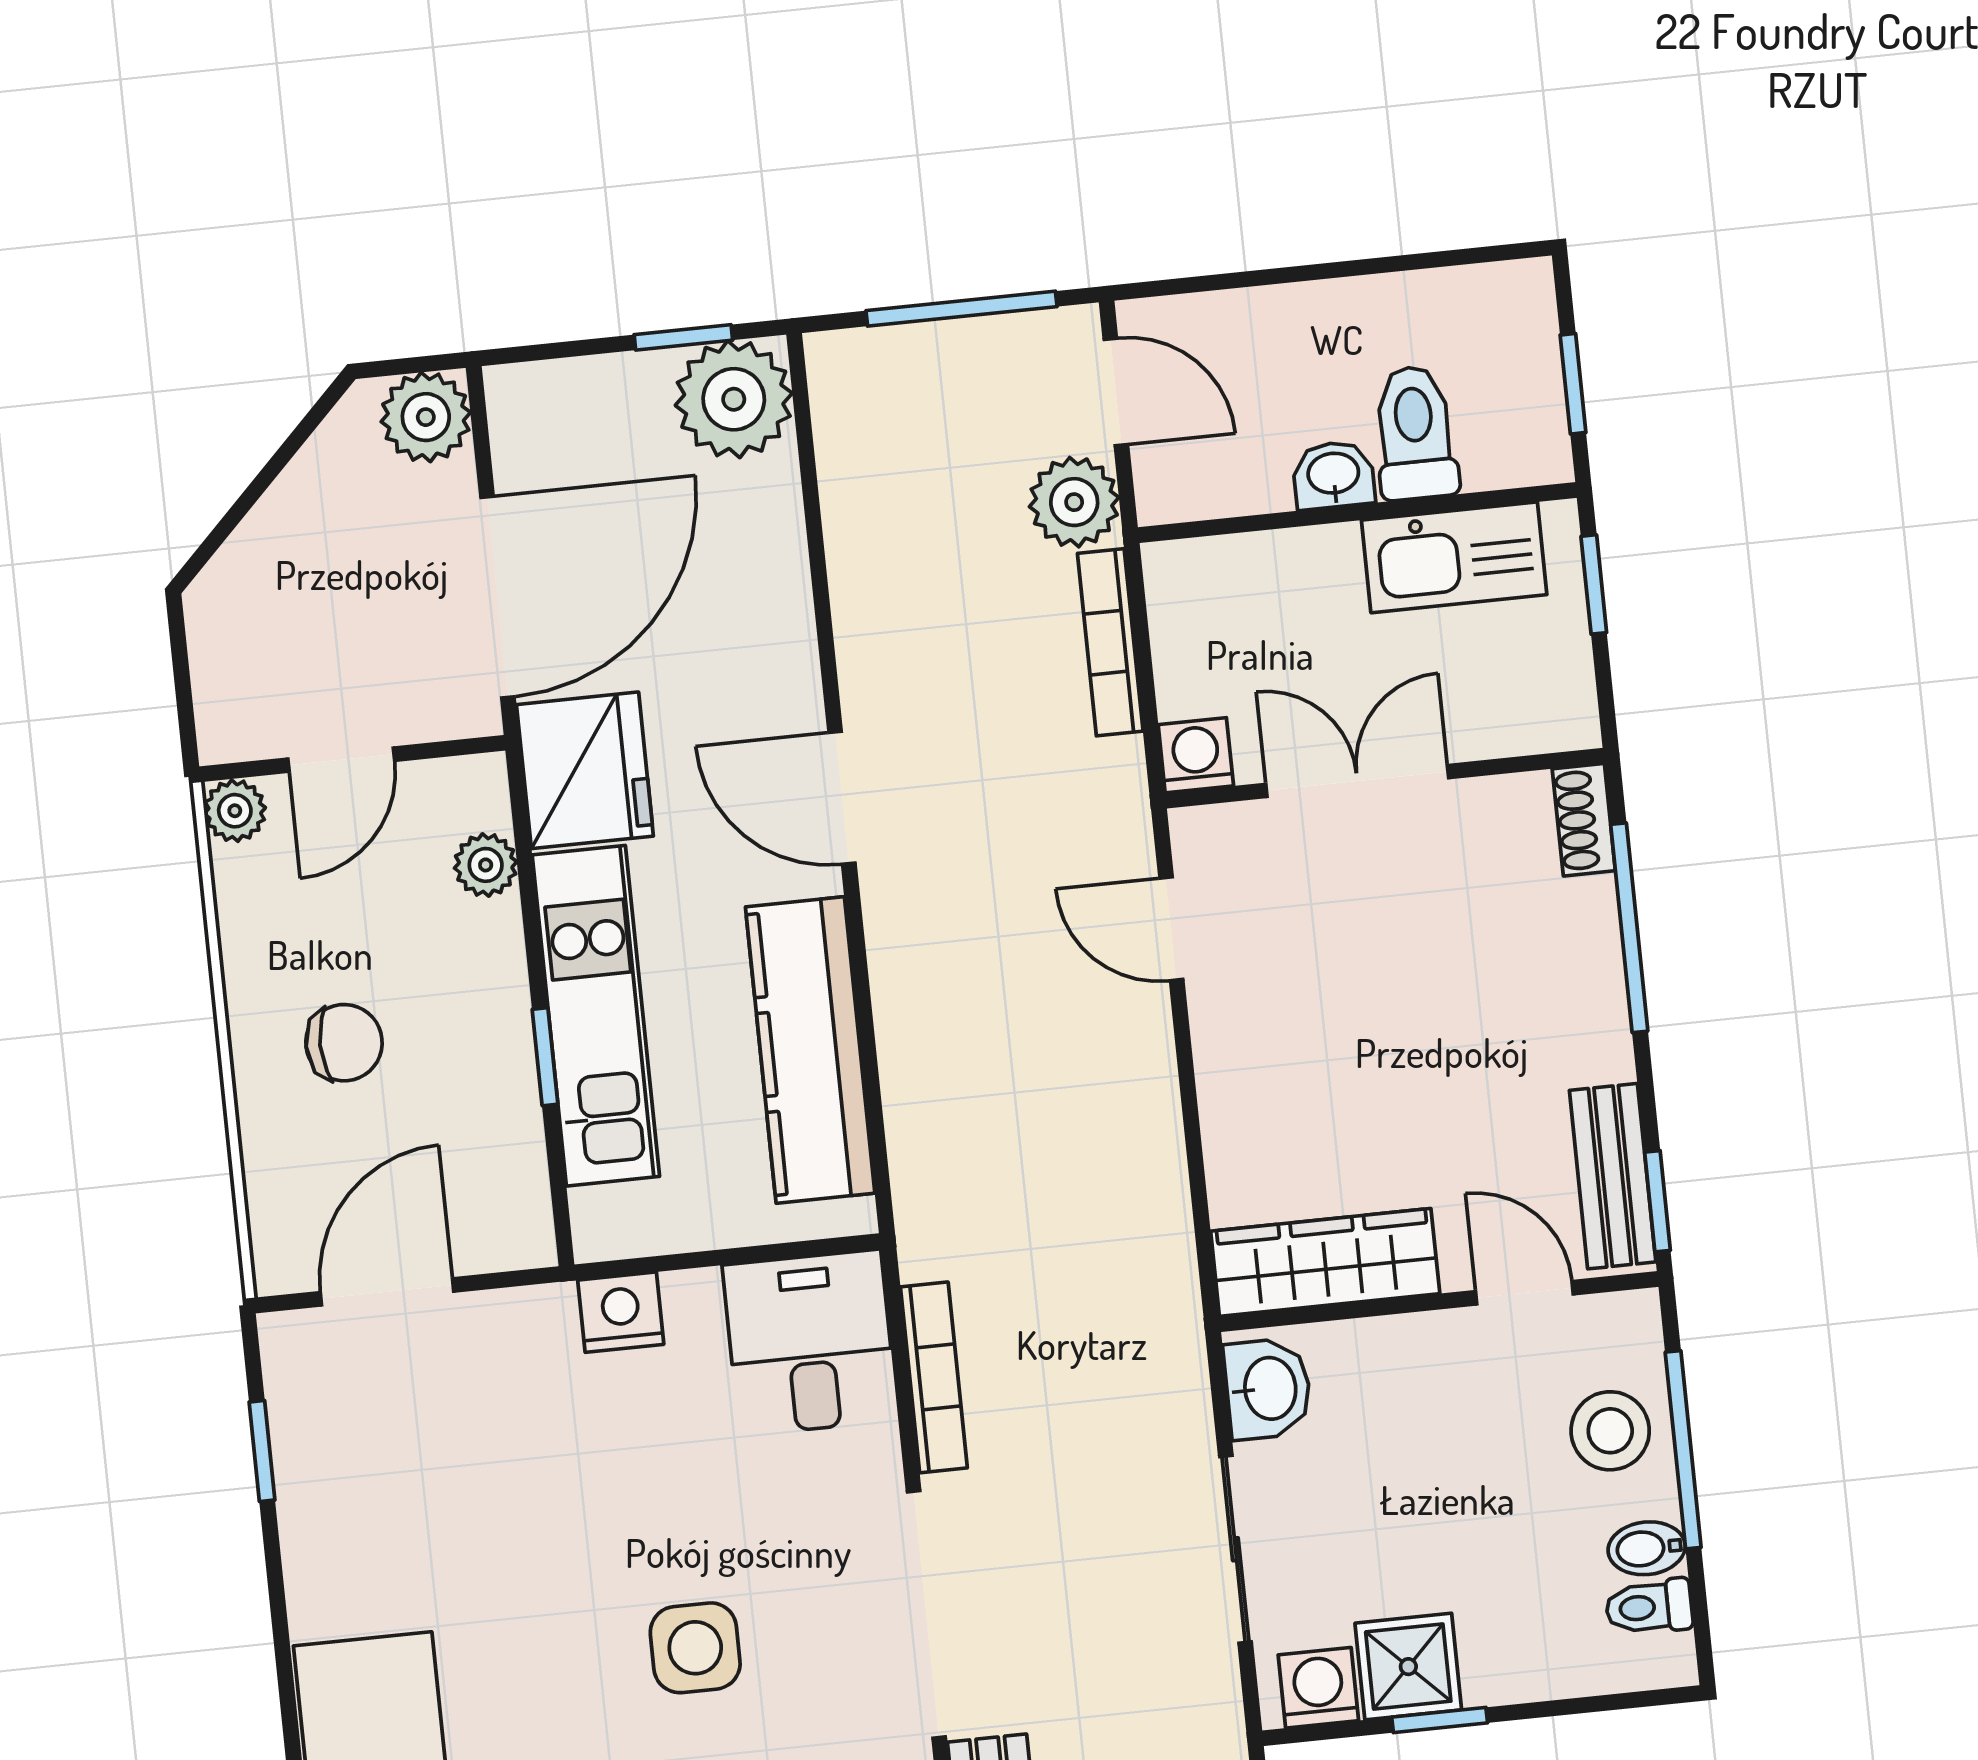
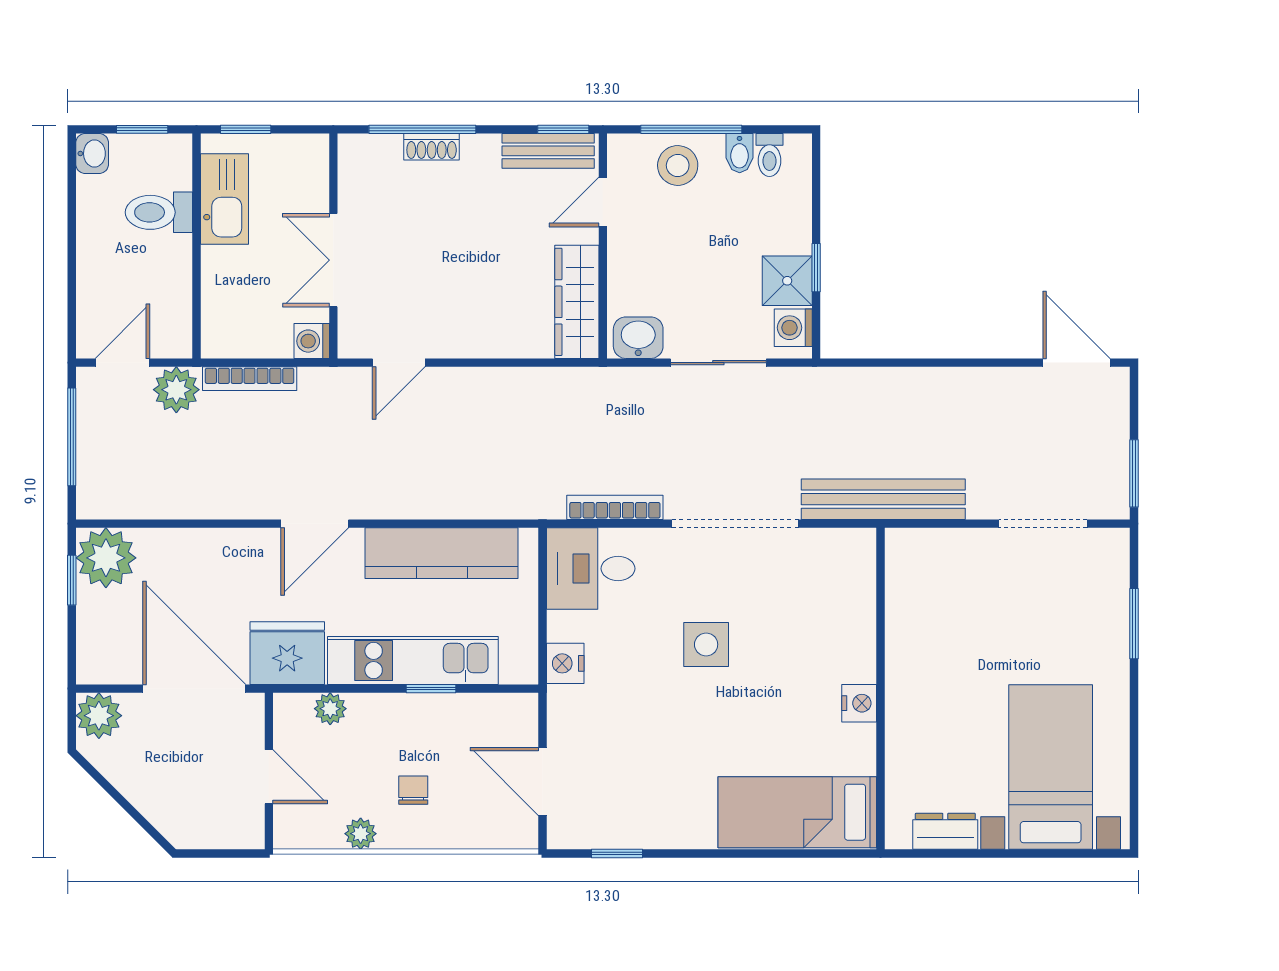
washbasin: (1333, 475) -> (92, 154), moved, turned 180
plant: (235, 811) -> (361, 834), moved
shoe rack: (1584, 820) -> (432, 147), moved
chair: (344, 1043) -> (413, 790), width x0.73, depth x0.73
side table: (695, 1648) -> (706, 644), moved

